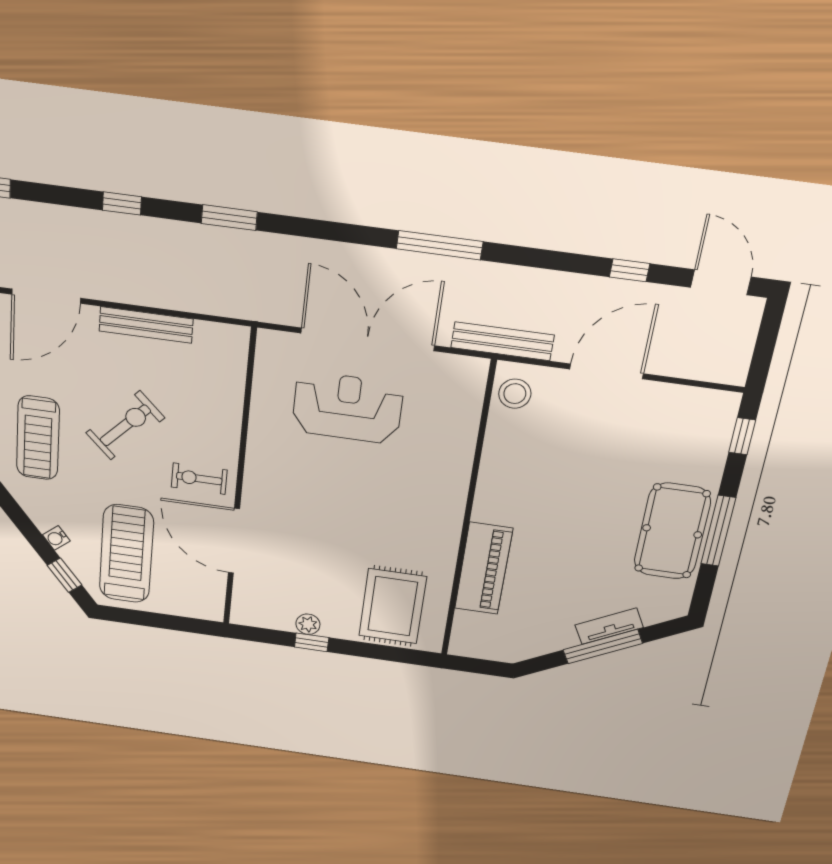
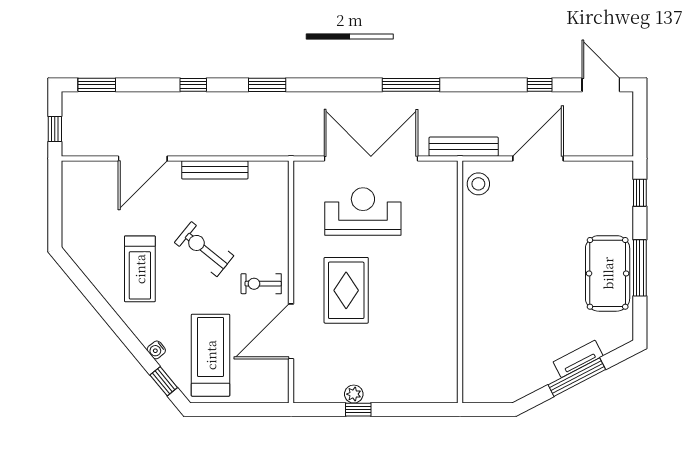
exercise bike: (125, 425) -> (204, 249), turned -95
door: (234, 541) -> (291, 331), hinge flipped
piano: (483, 569) -> (478, 325), removed
rug: (393, 606) -> (346, 290), moved

